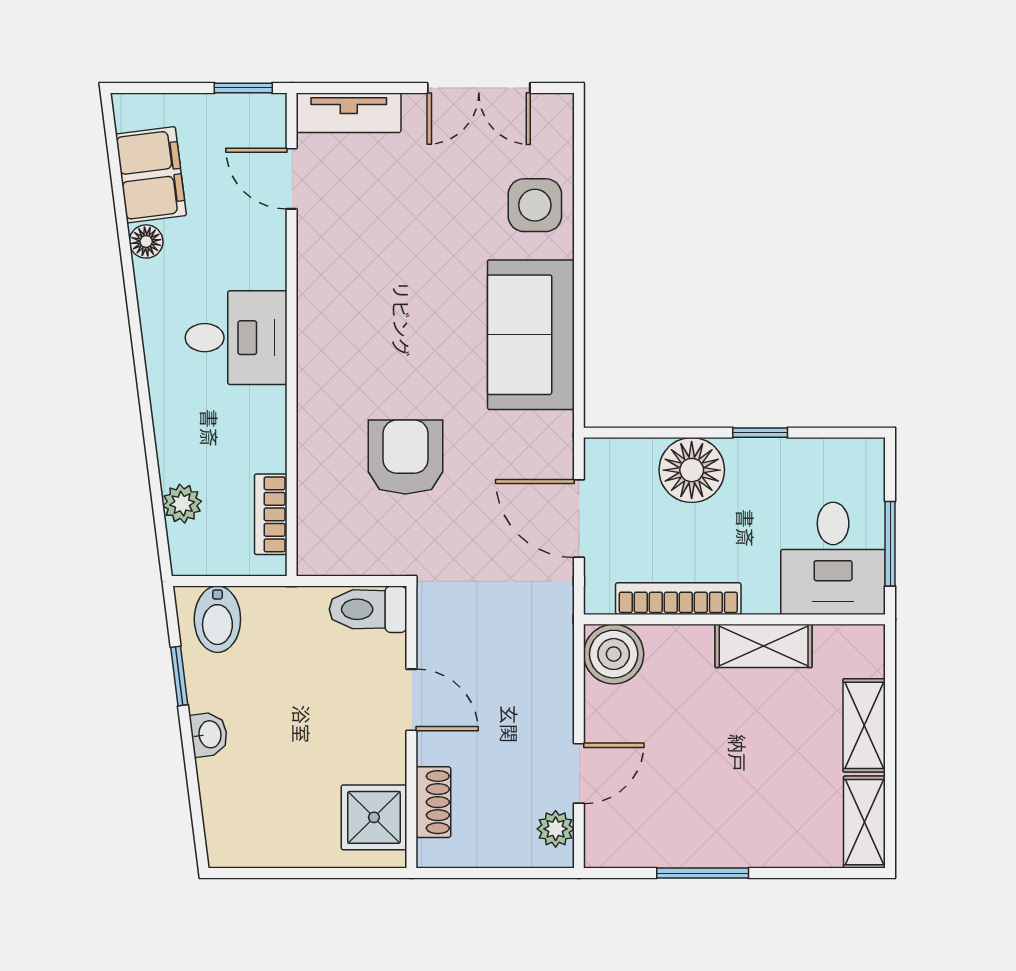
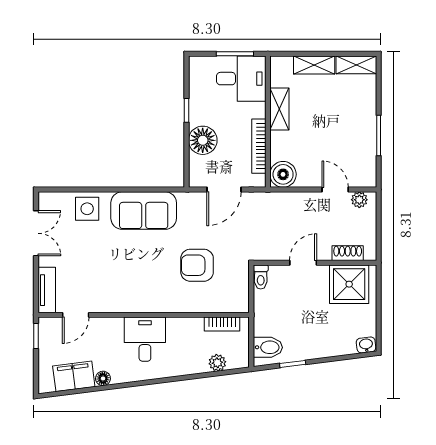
toilet: (368, 609) -> (261, 277), width x0.73, depth x0.72
washbasin: (209, 734) -> (366, 345), moved
shower: (374, 817) -> (349, 284), width x1.36, depth x1.36

